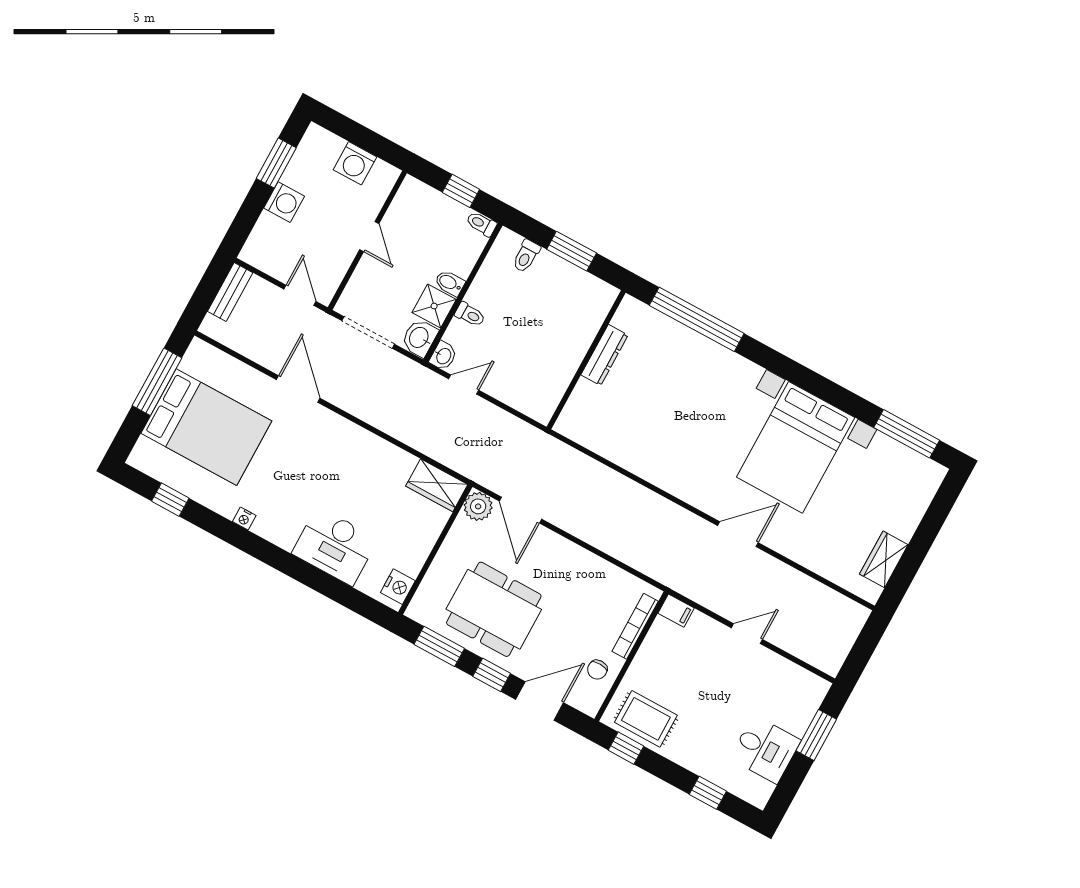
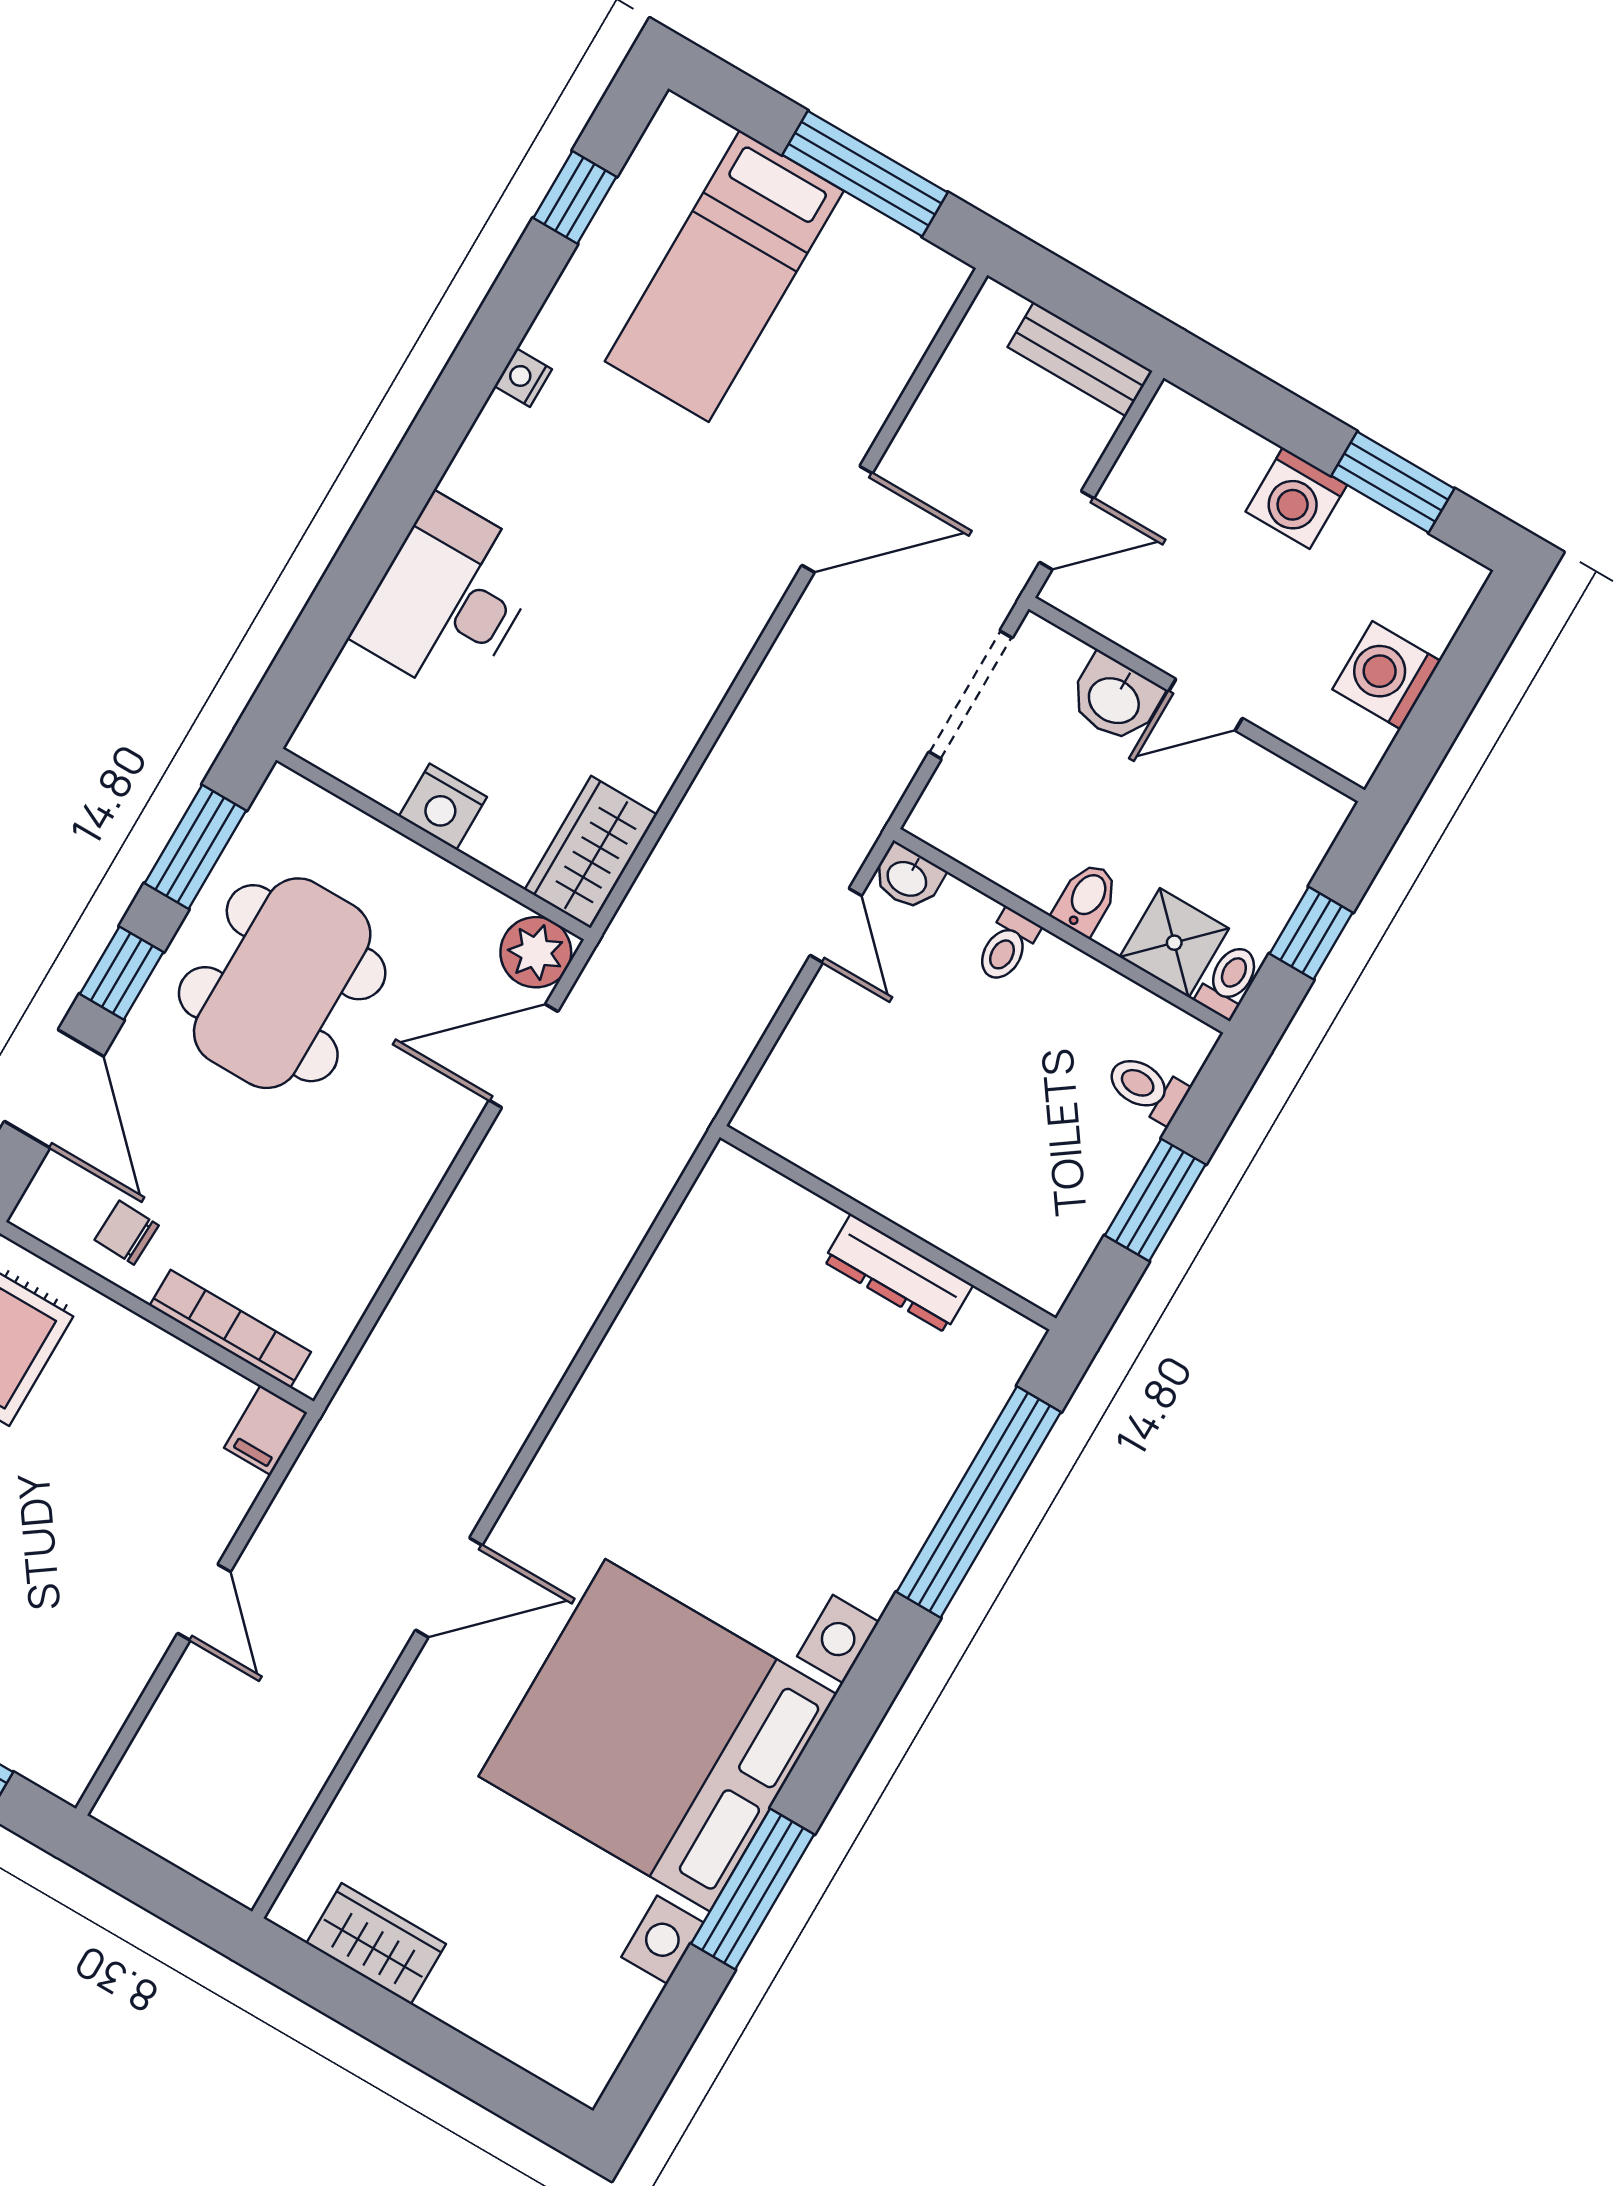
shower: (434, 306) -> (1174, 943), moved
washbasin: (419, 338) -> (1115, 699), moved, turned 180
bed: (206, 427) -> (724, 276), width x0.67
window: (907, 434) -> (753, 1889), moved
bed with nightstands: (796, 447) -> (658, 1735), width x1.36
door: (738, 534) -> (449, 1588), hinge flipped
nightstand: (398, 587) -> (443, 807), moved

